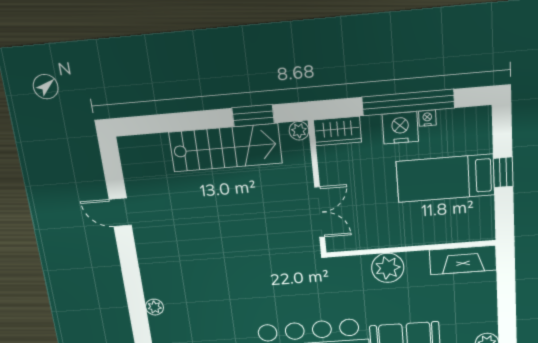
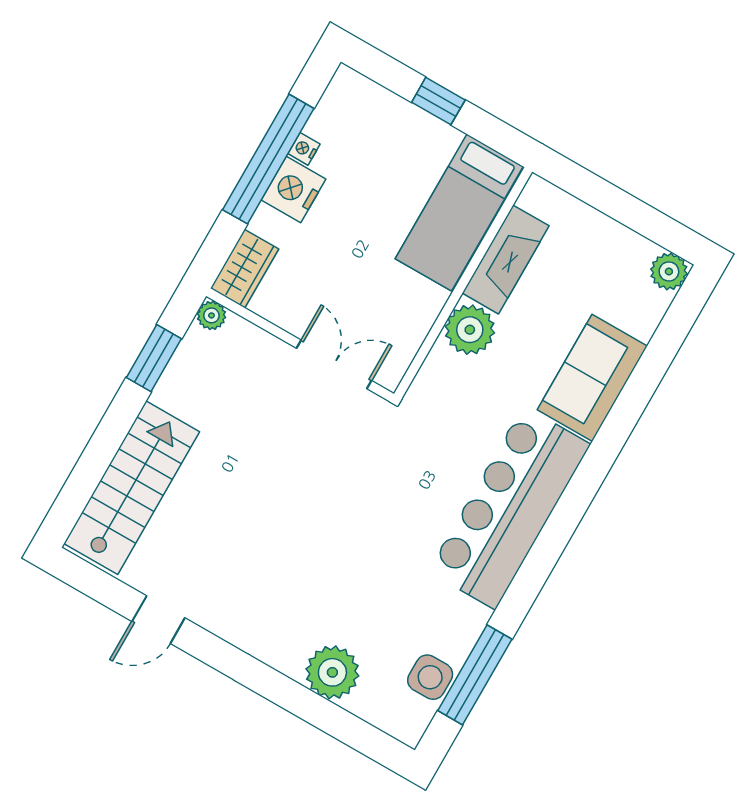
stairs: (226, 148) -> (132, 488), moved
bed: (445, 178) -> (459, 213), moved
fireplace: (463, 260) -> (506, 259), moved
plant: (155, 307) -> (332, 672), width x1.88, depth x1.88

